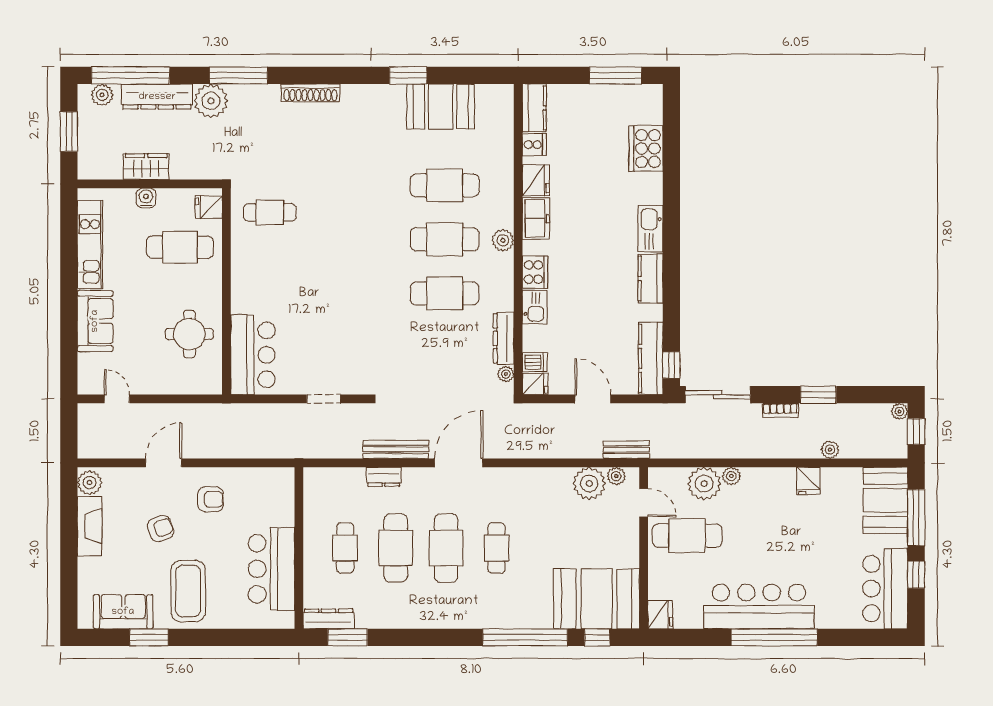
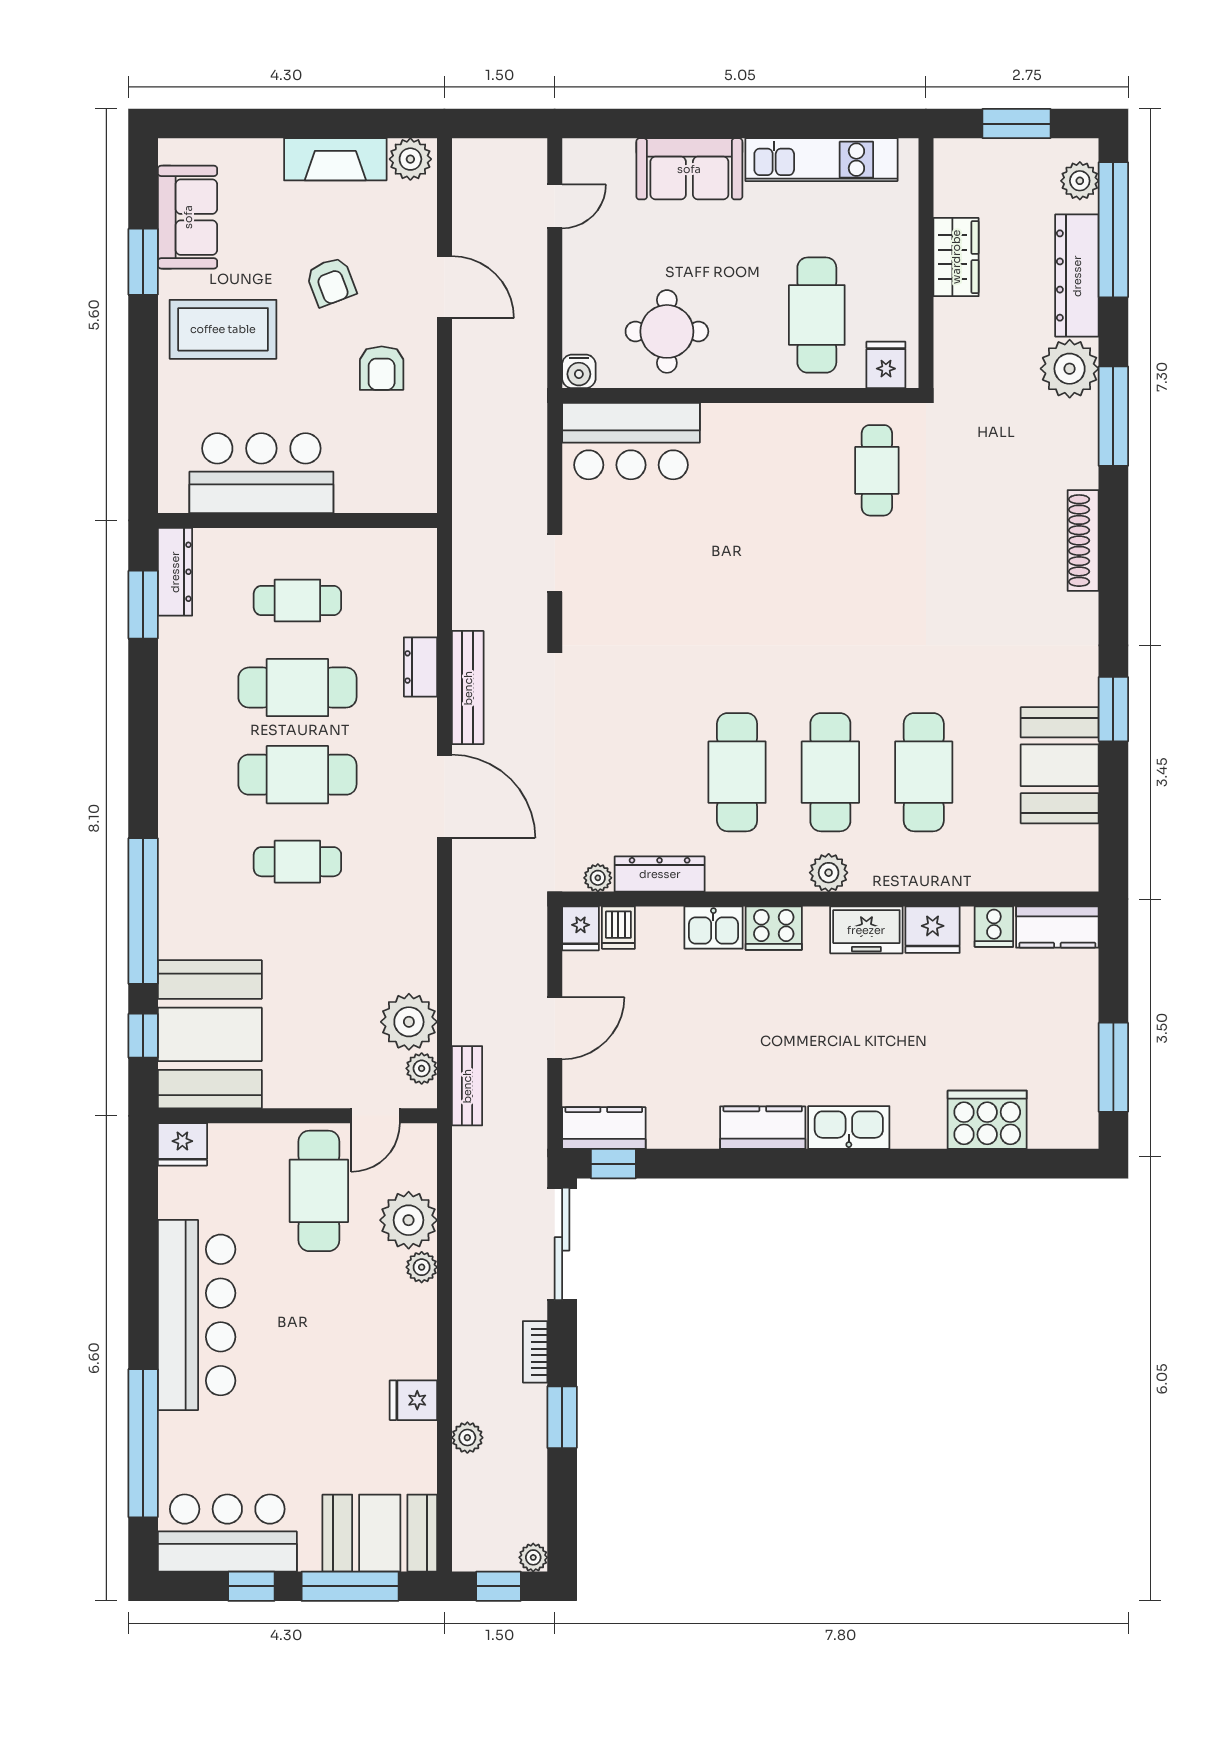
water cooler: (146, 198) -> (579, 371), moved, turned 90
kitchen counter: (651, 358) -> (604, 1128), width x0.67
window: (774, 637) -> (143, 1443), moved

